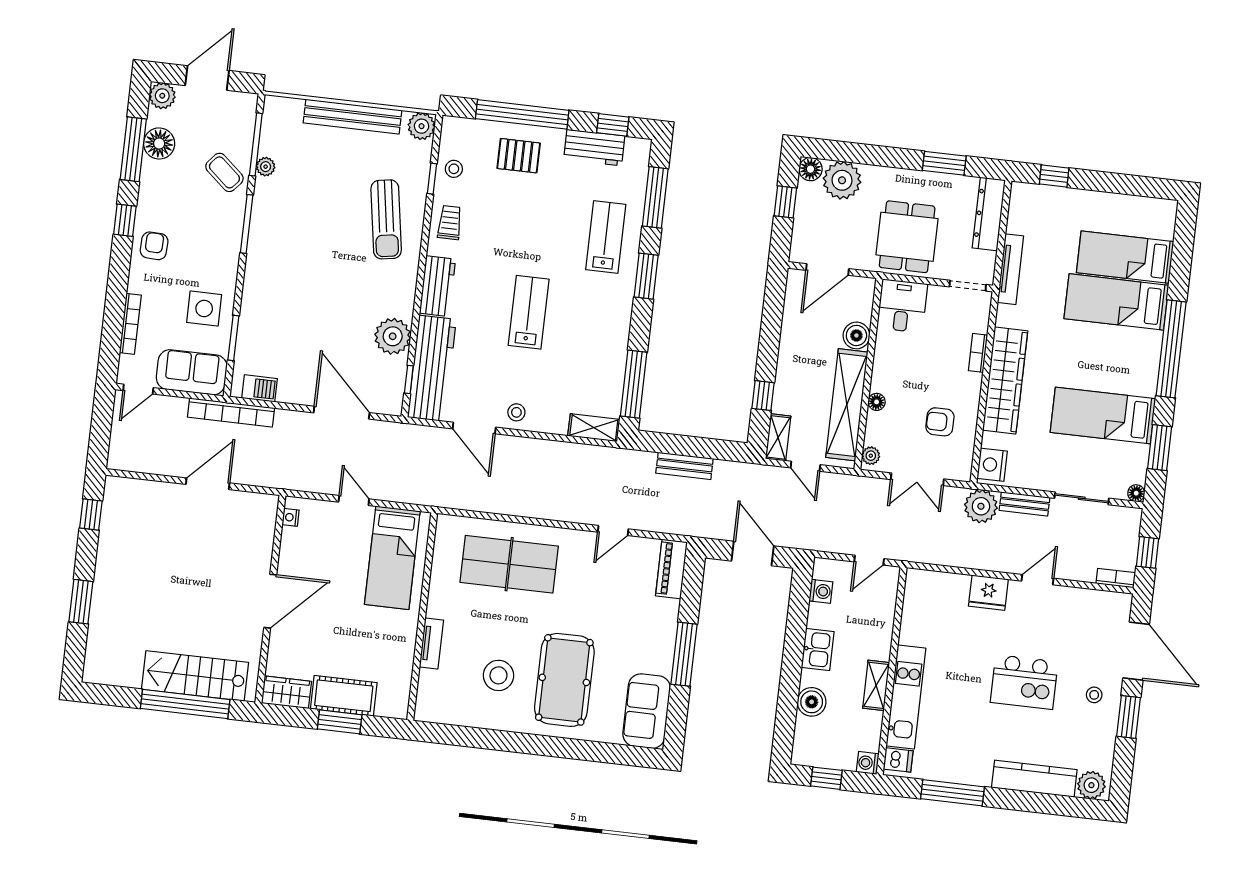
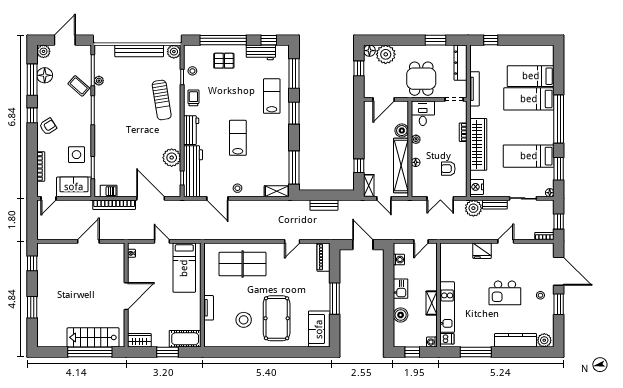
armchair: (154, 246) -> (48, 126), turned 56
bookcase: (231, 413) -> (114, 205), moved
plant: (871, 456) -> (416, 139), moved
cot: (344, 696) -> (185, 339), moved

